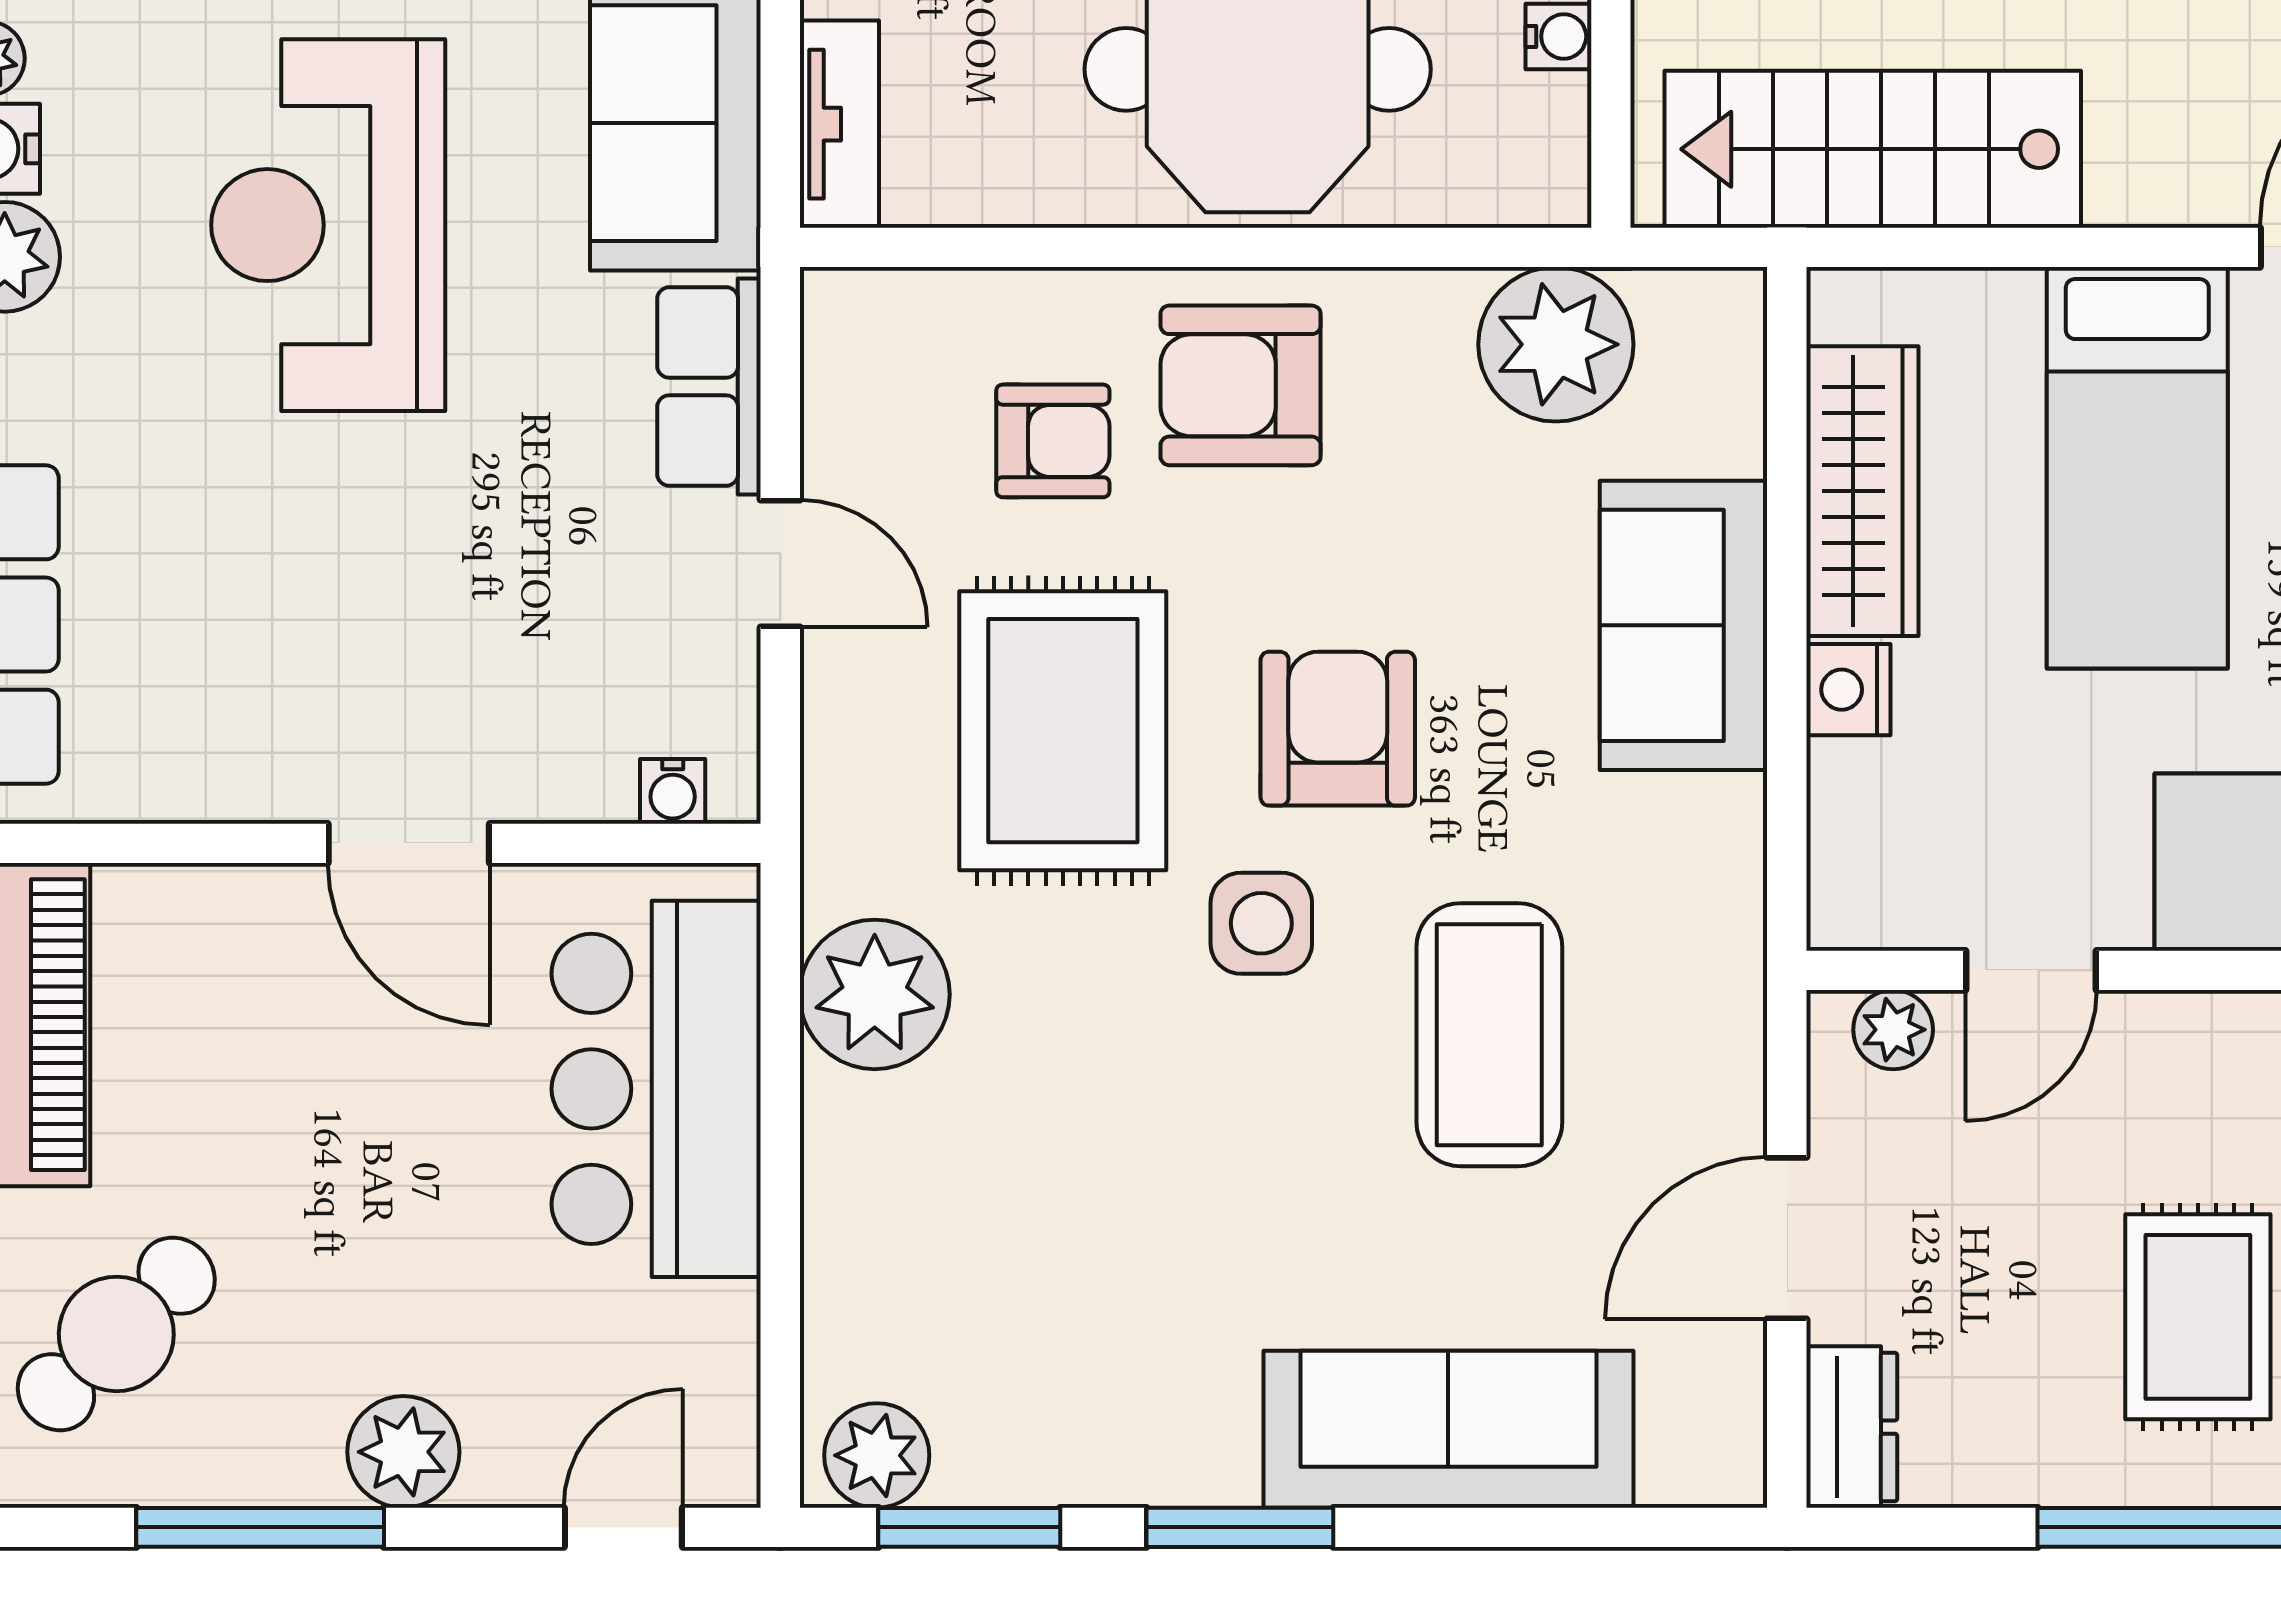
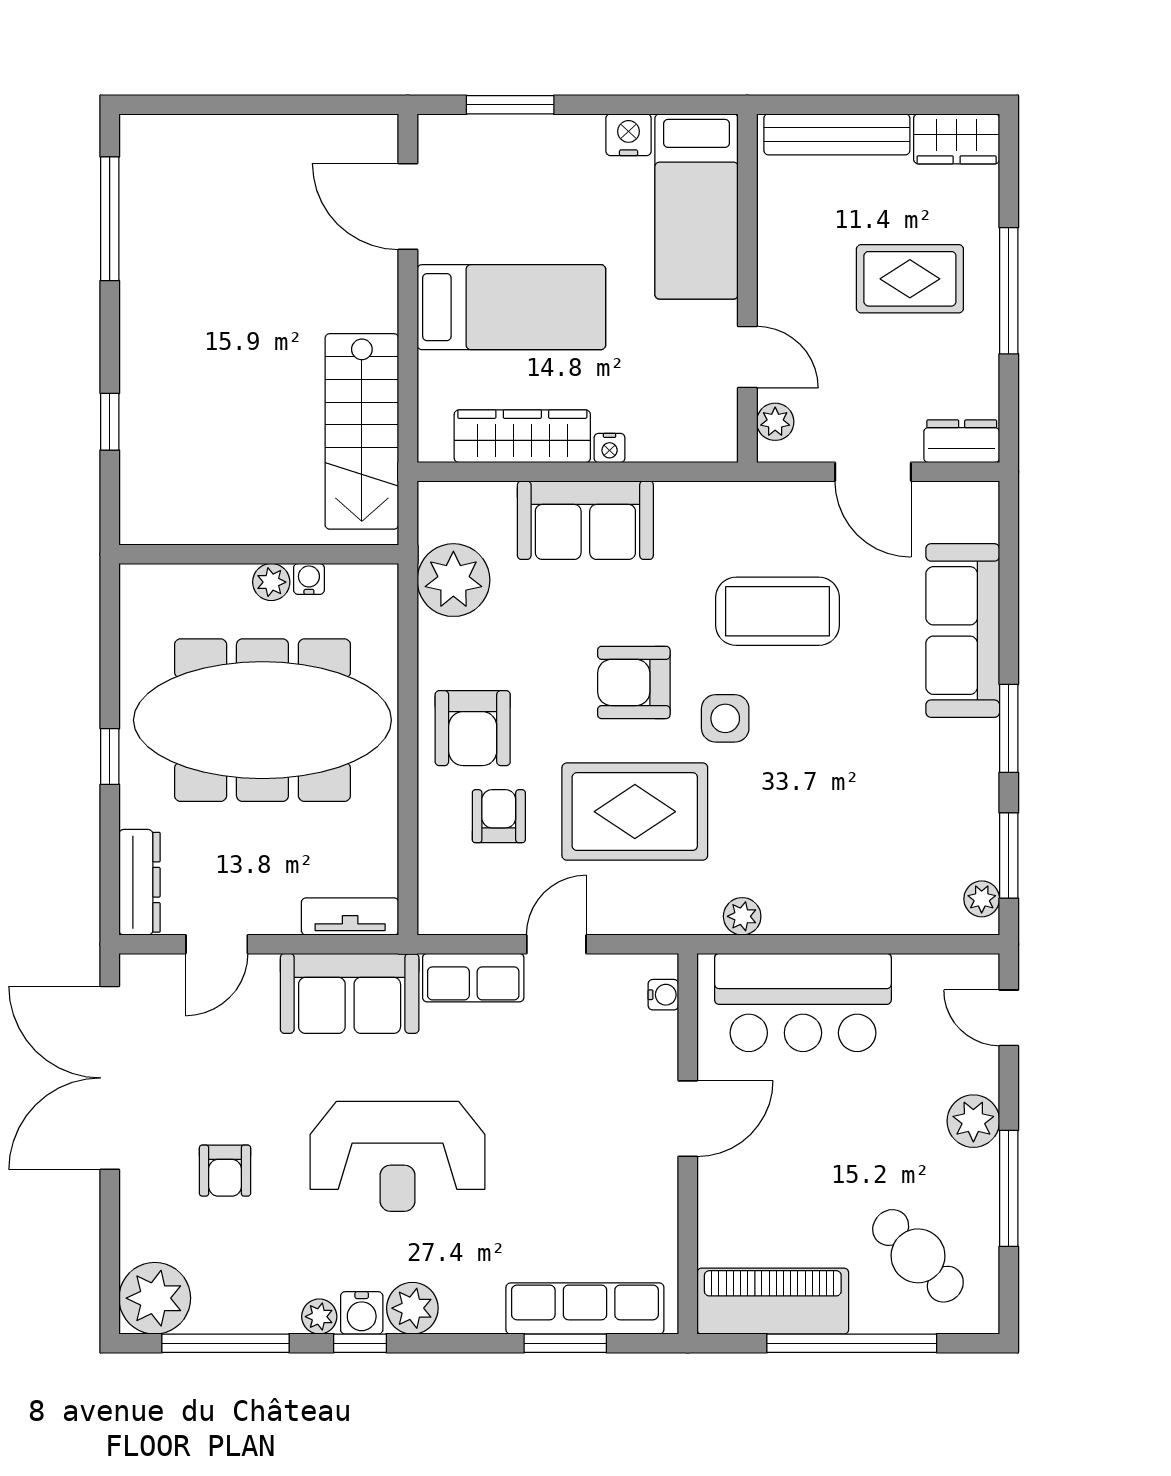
nightstand: (1848, 690) -> (610, 448), width x0.72, depth x0.74
plant: (875, 994) -> (742, 916), width x0.53, depth x0.53
plant: (877, 1455) -> (982, 899), width x0.73, depth x0.73

